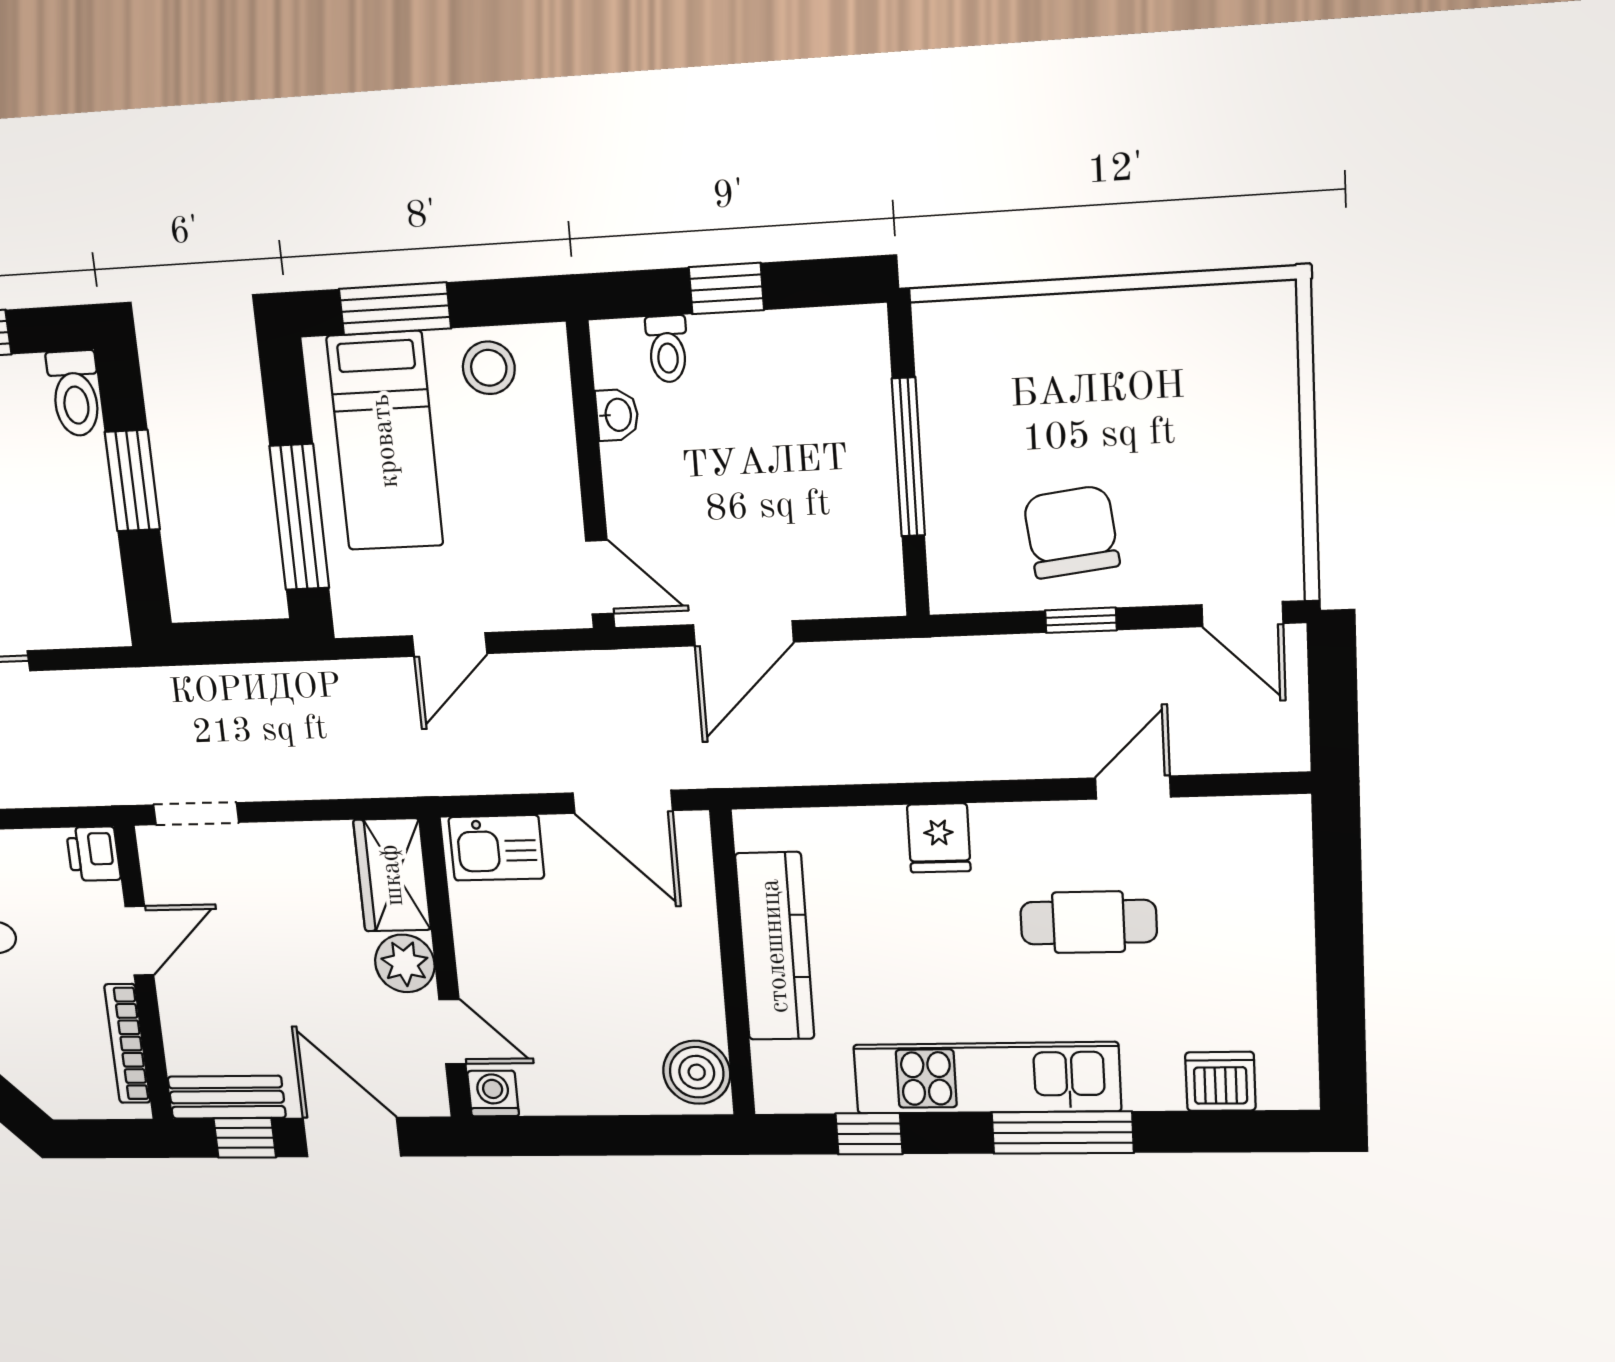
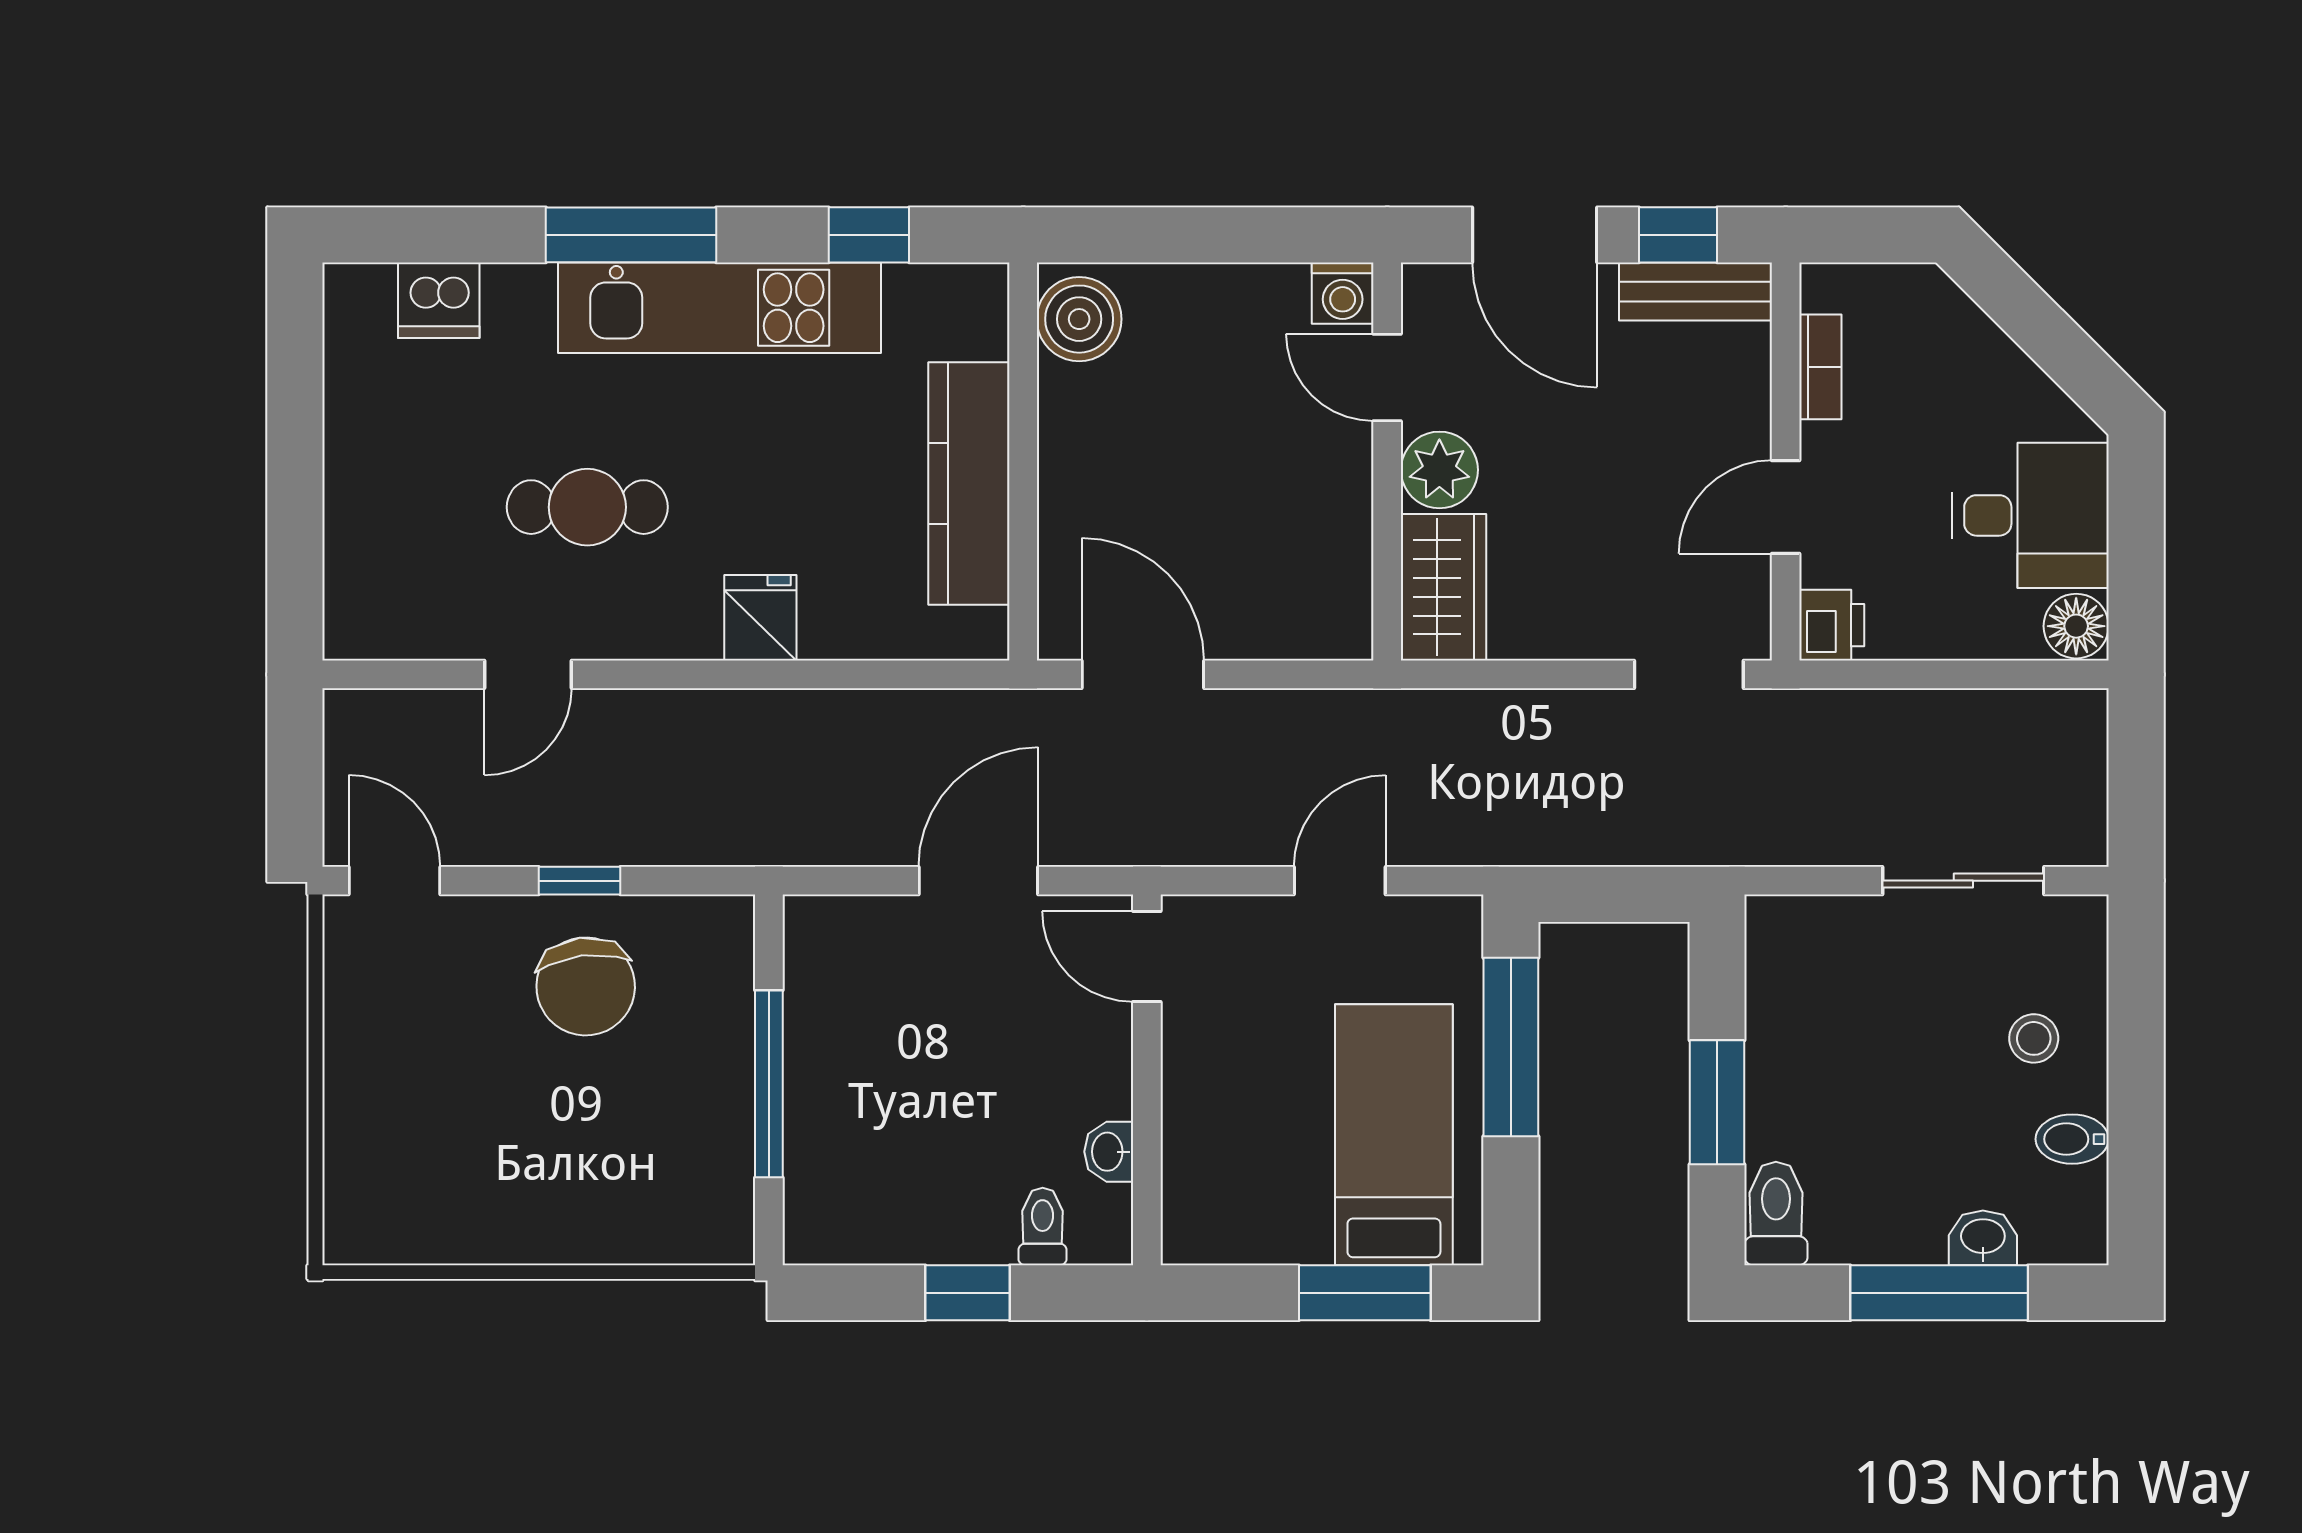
stool: (489, 368) -> (1258, 1216), removed
kitchen sink: (496, 848) -> (1307, 619), removed
bookcase: (127, 1044) -> (1820, 367), width x0.64

